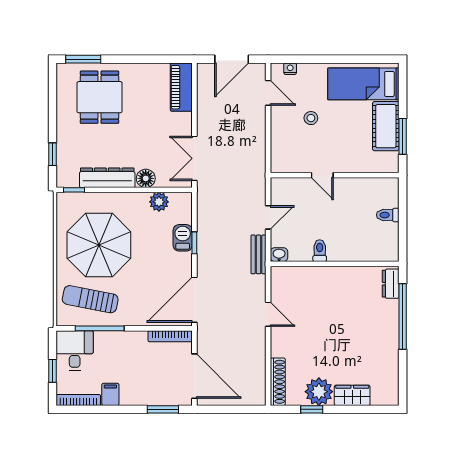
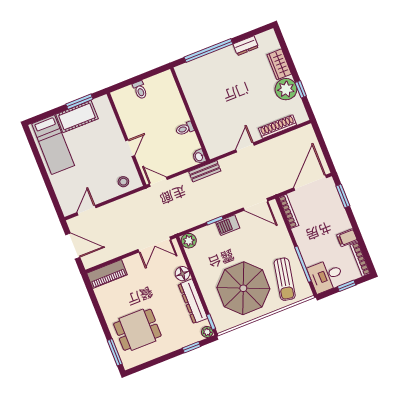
nightstand: (290, 69) -> (63, 201), removed
stool: (311, 118) -> (123, 182), moved
plant: (63, 180) -> (207, 332), added
plant: (159, 202) -> (189, 241), moved
door: (268, 217) -> (158, 182), moved
barbecue: (183, 238) -> (228, 225), moved
dresser: (391, 284) -> (246, 46), moved
door: (194, 300) -> (255, 204), width x0.73
shoe rack: (278, 382) -> (278, 127), moved

